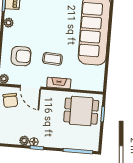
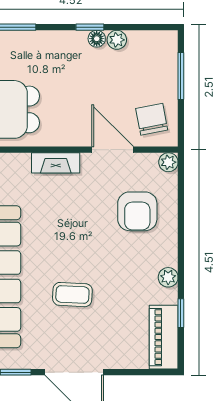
armchair: (21, 56) -> (137, 211), turned -90
coffee table: (52, 59) -> (72, 295), moved

